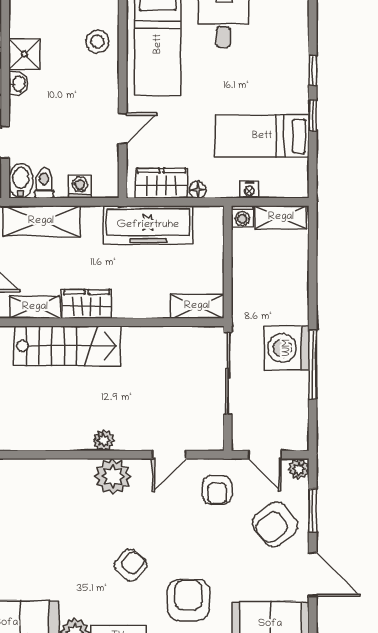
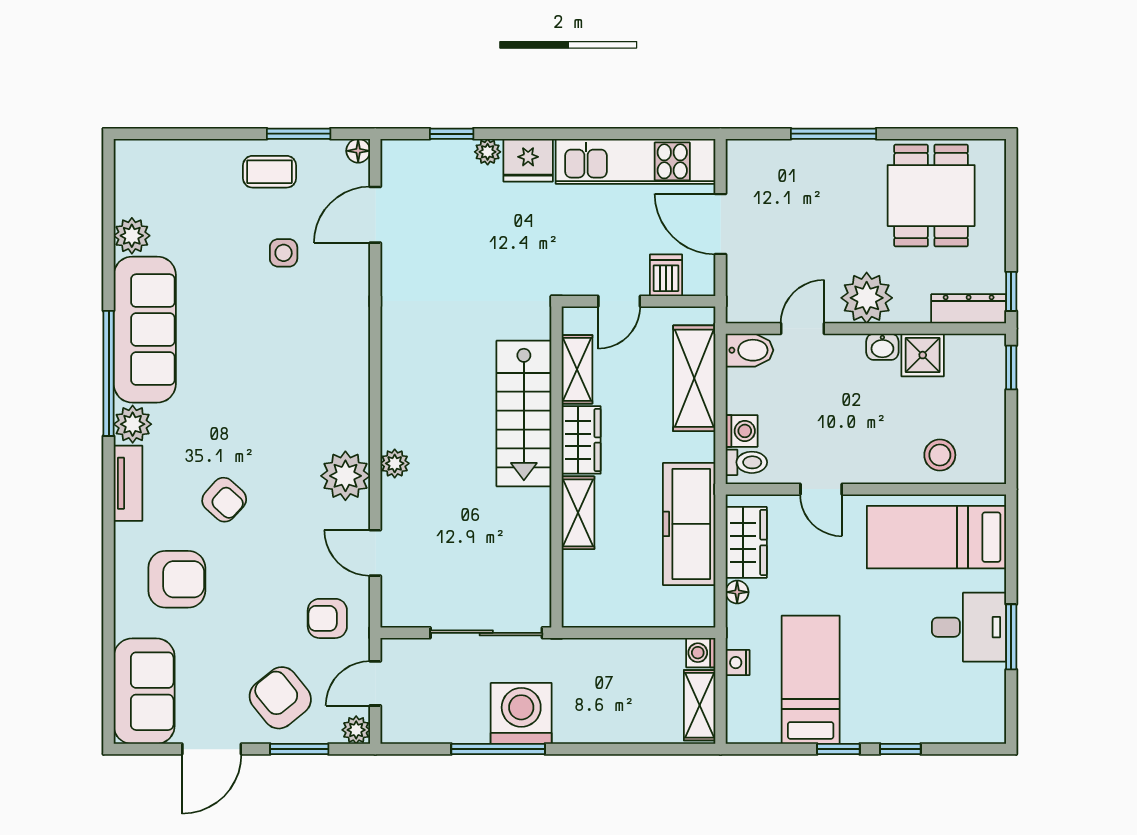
toilet: (44, 183) -> (746, 462), moved
shelving: (197, 306) -> (578, 513), moved

